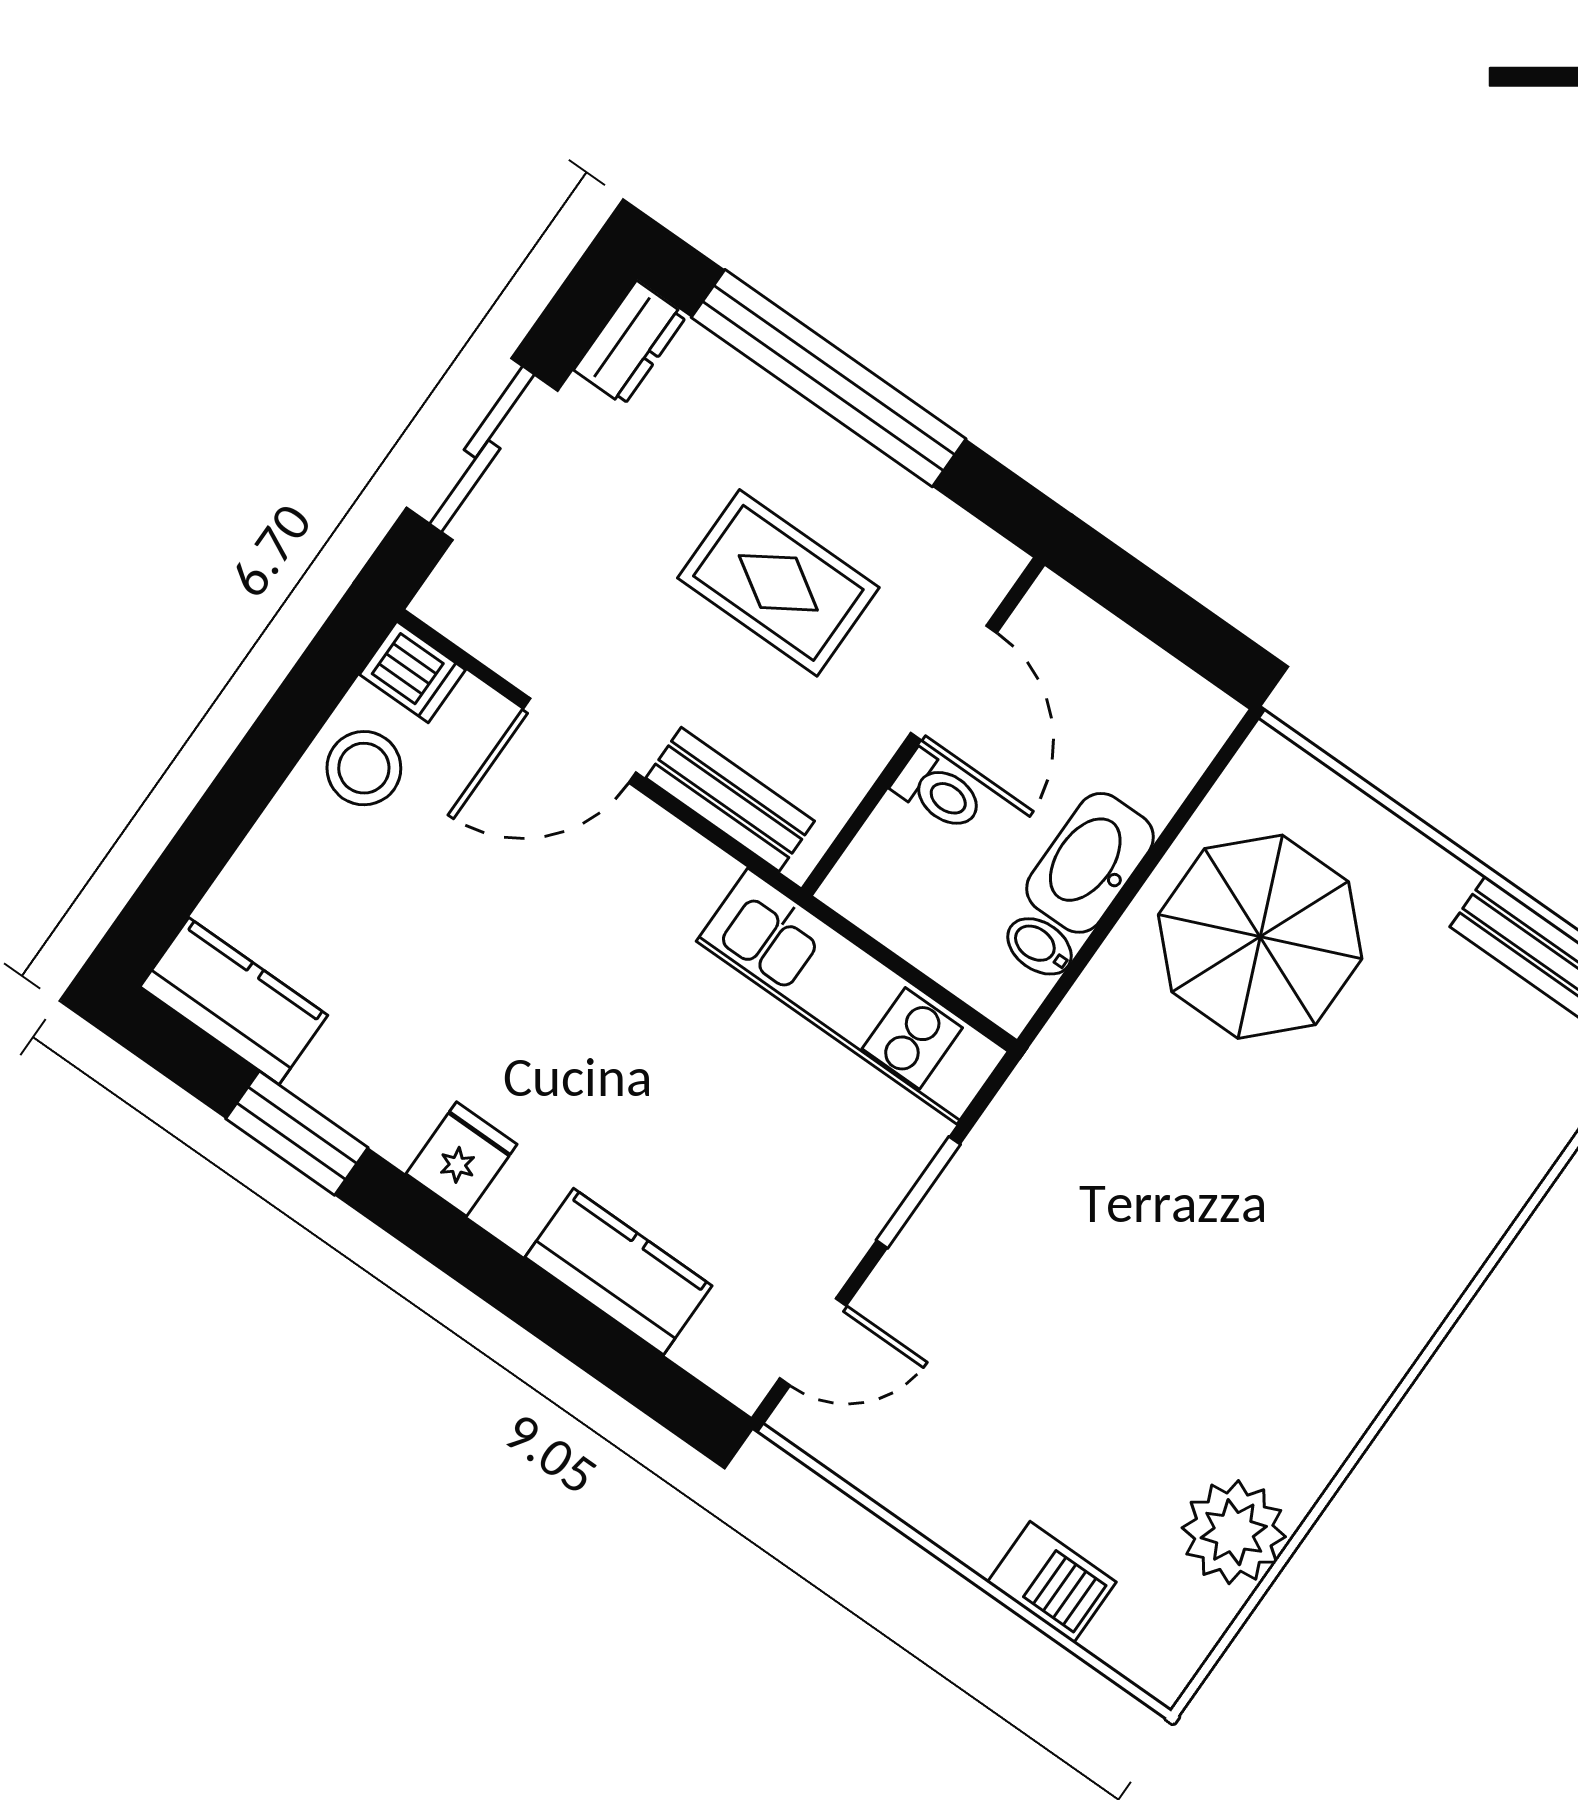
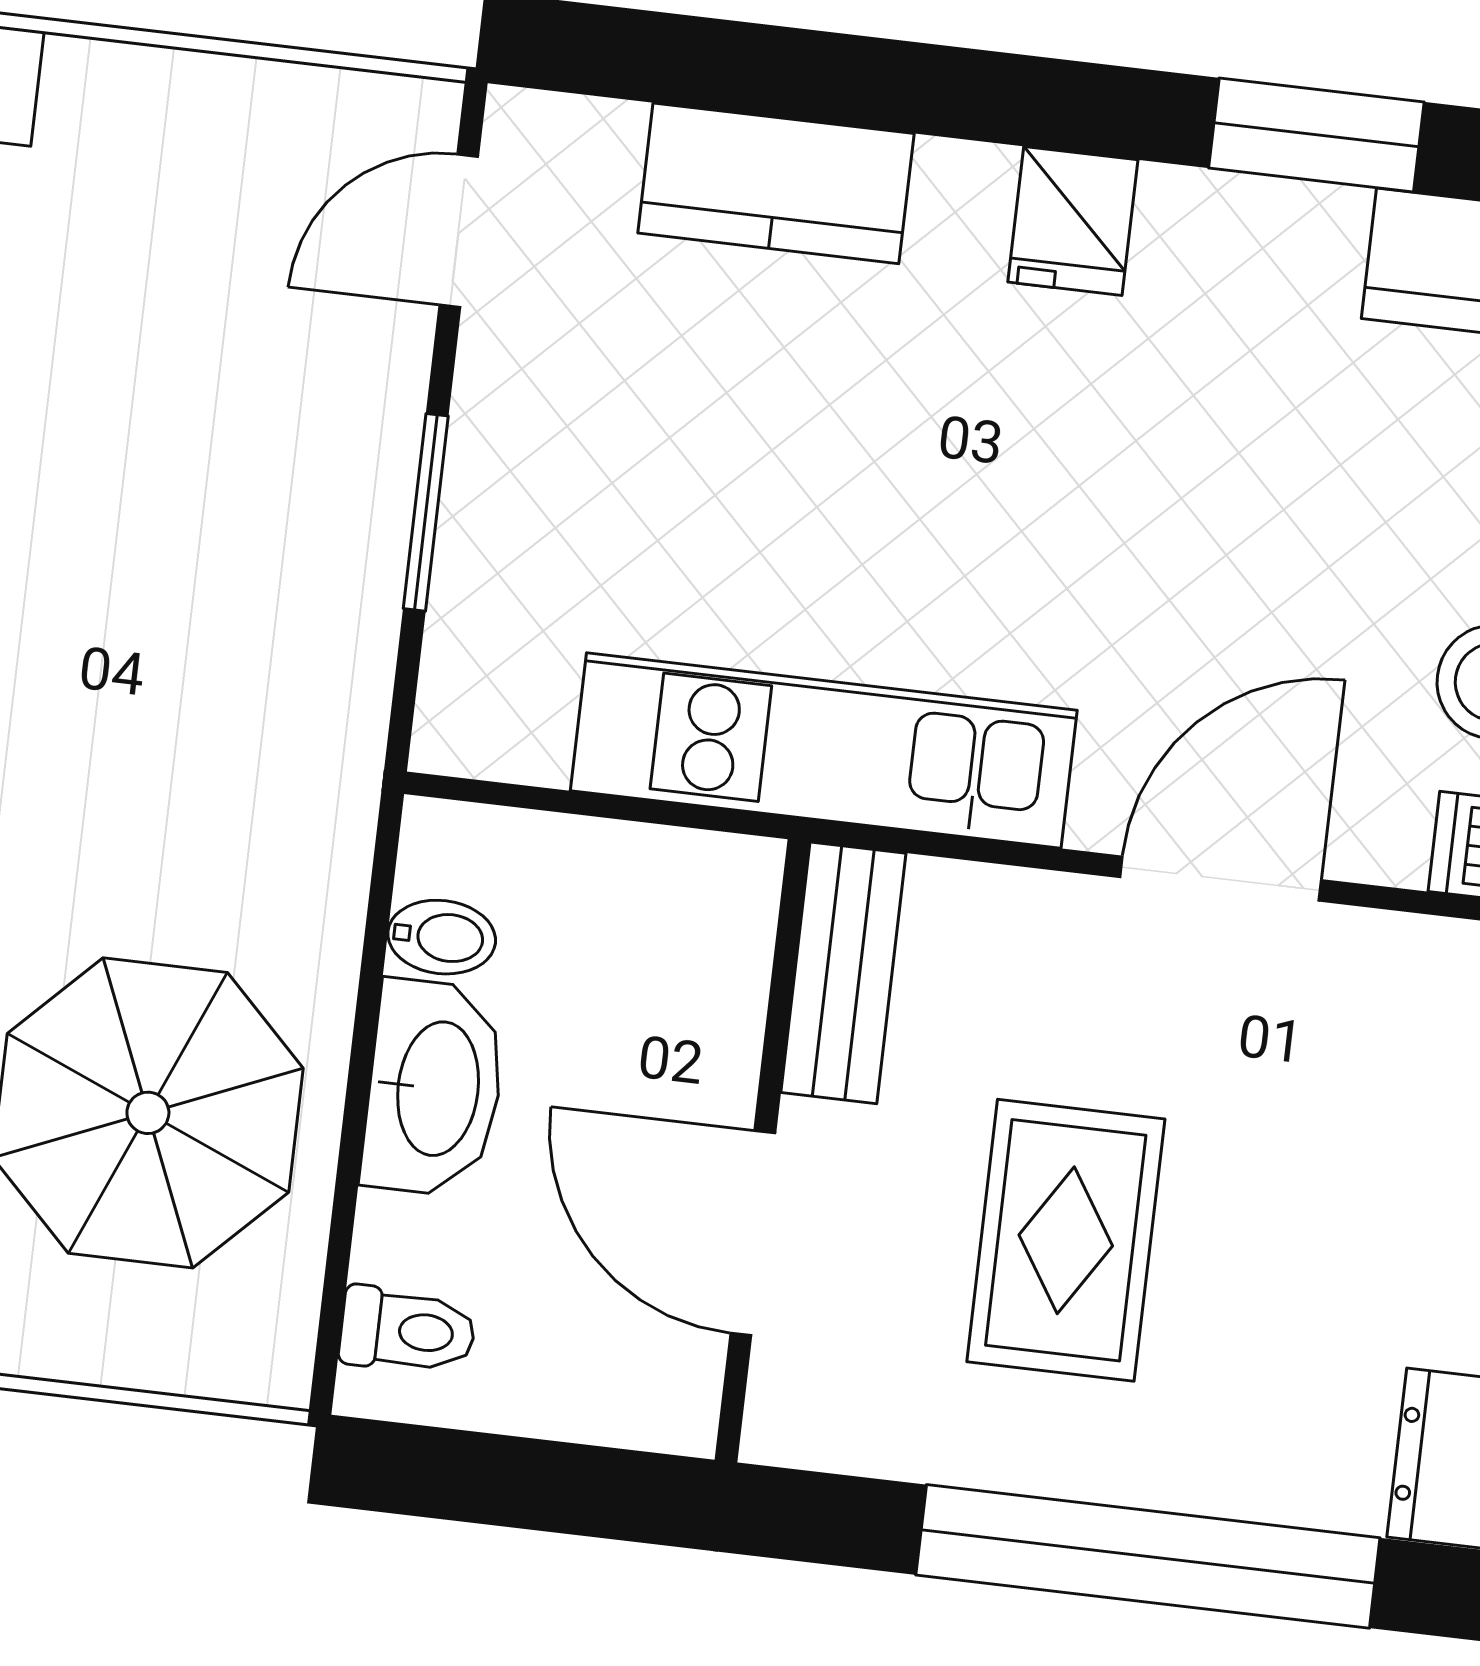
rug: (778, 583) -> (1066, 1240), turned 90
toilet: (938, 791) -> (408, 1331), moved, turned 180
bench: (730, 799) -> (843, 973), moved, turned 90
kitchen unit: (852, 996) -> (824, 750), moved

